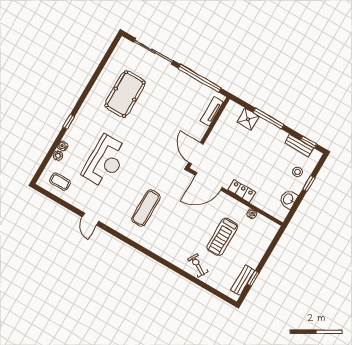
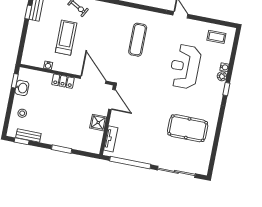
pool table: (125, 94) -> (188, 128), turned 90
shower: (248, 119) -> (98, 123), moved
window: (268, 119) -> (62, 149), width x0.69
plant: (58, 156) -> (222, 76), moved
door: (209, 181) -> (93, 80), hinge flipped
window: (309, 184) -> (15, 81), moved

